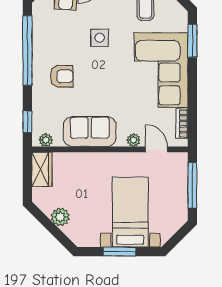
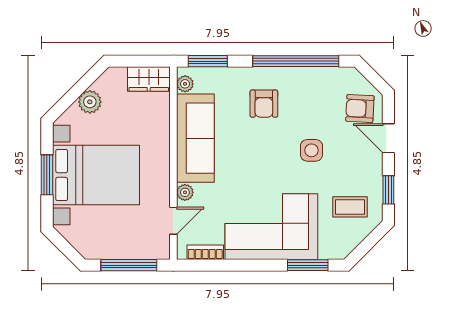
window: (27, 122) -> (208, 61), width x1.50
sofa: (90, 132) -> (195, 138), width x1.36
bed with nightstands: (130, 212) -> (96, 175), width x1.36

